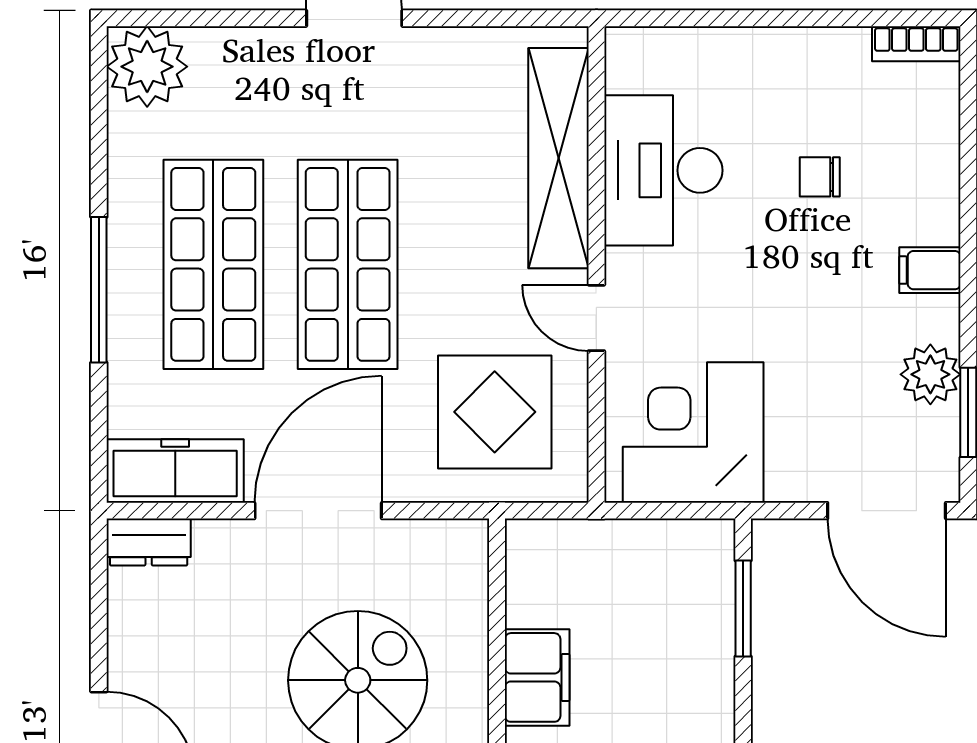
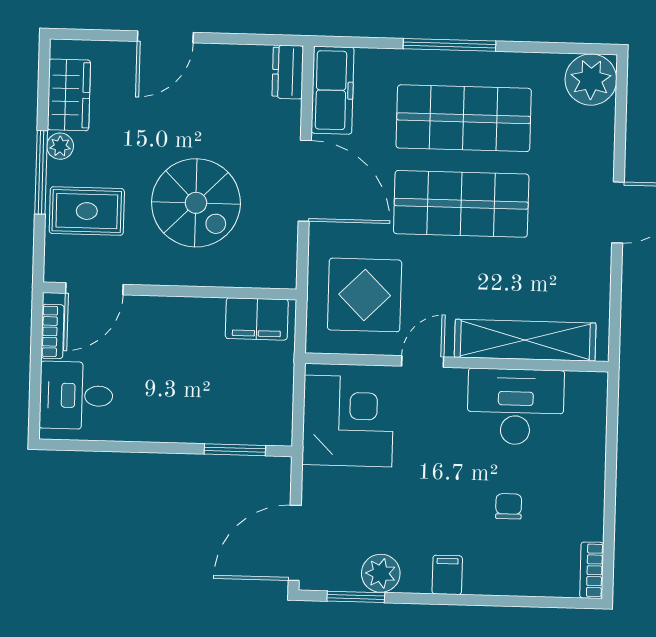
filing cabinet: (537, 677) -> (257, 319), moved

